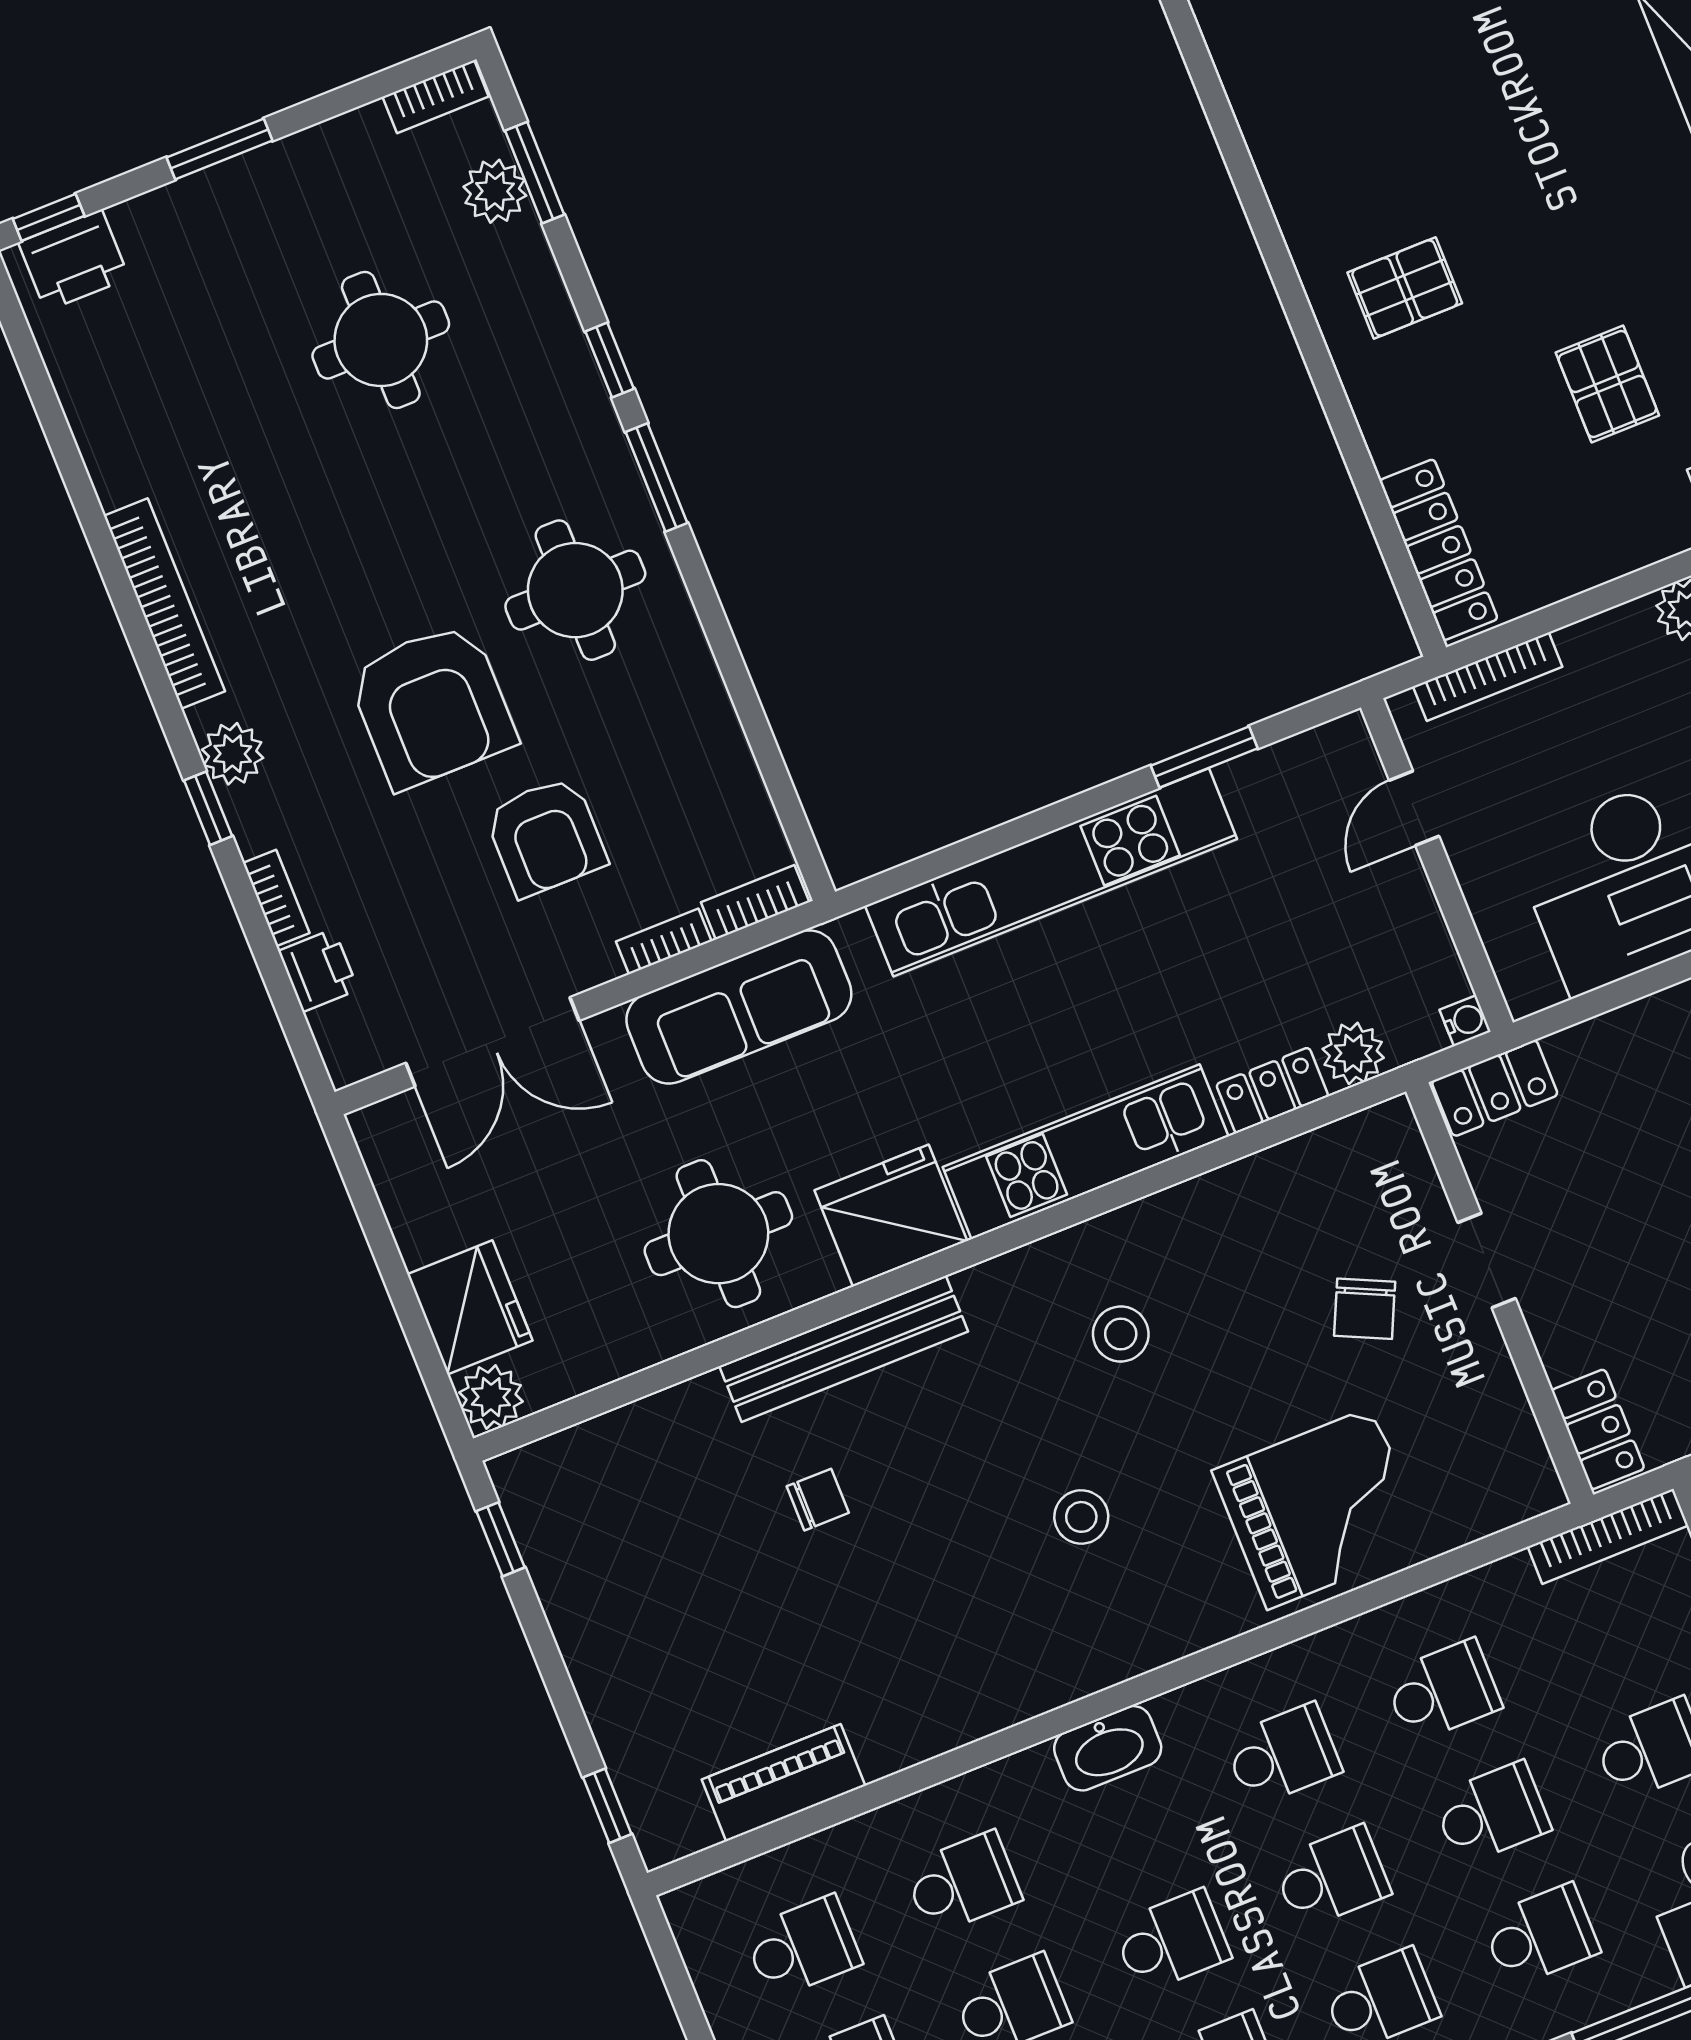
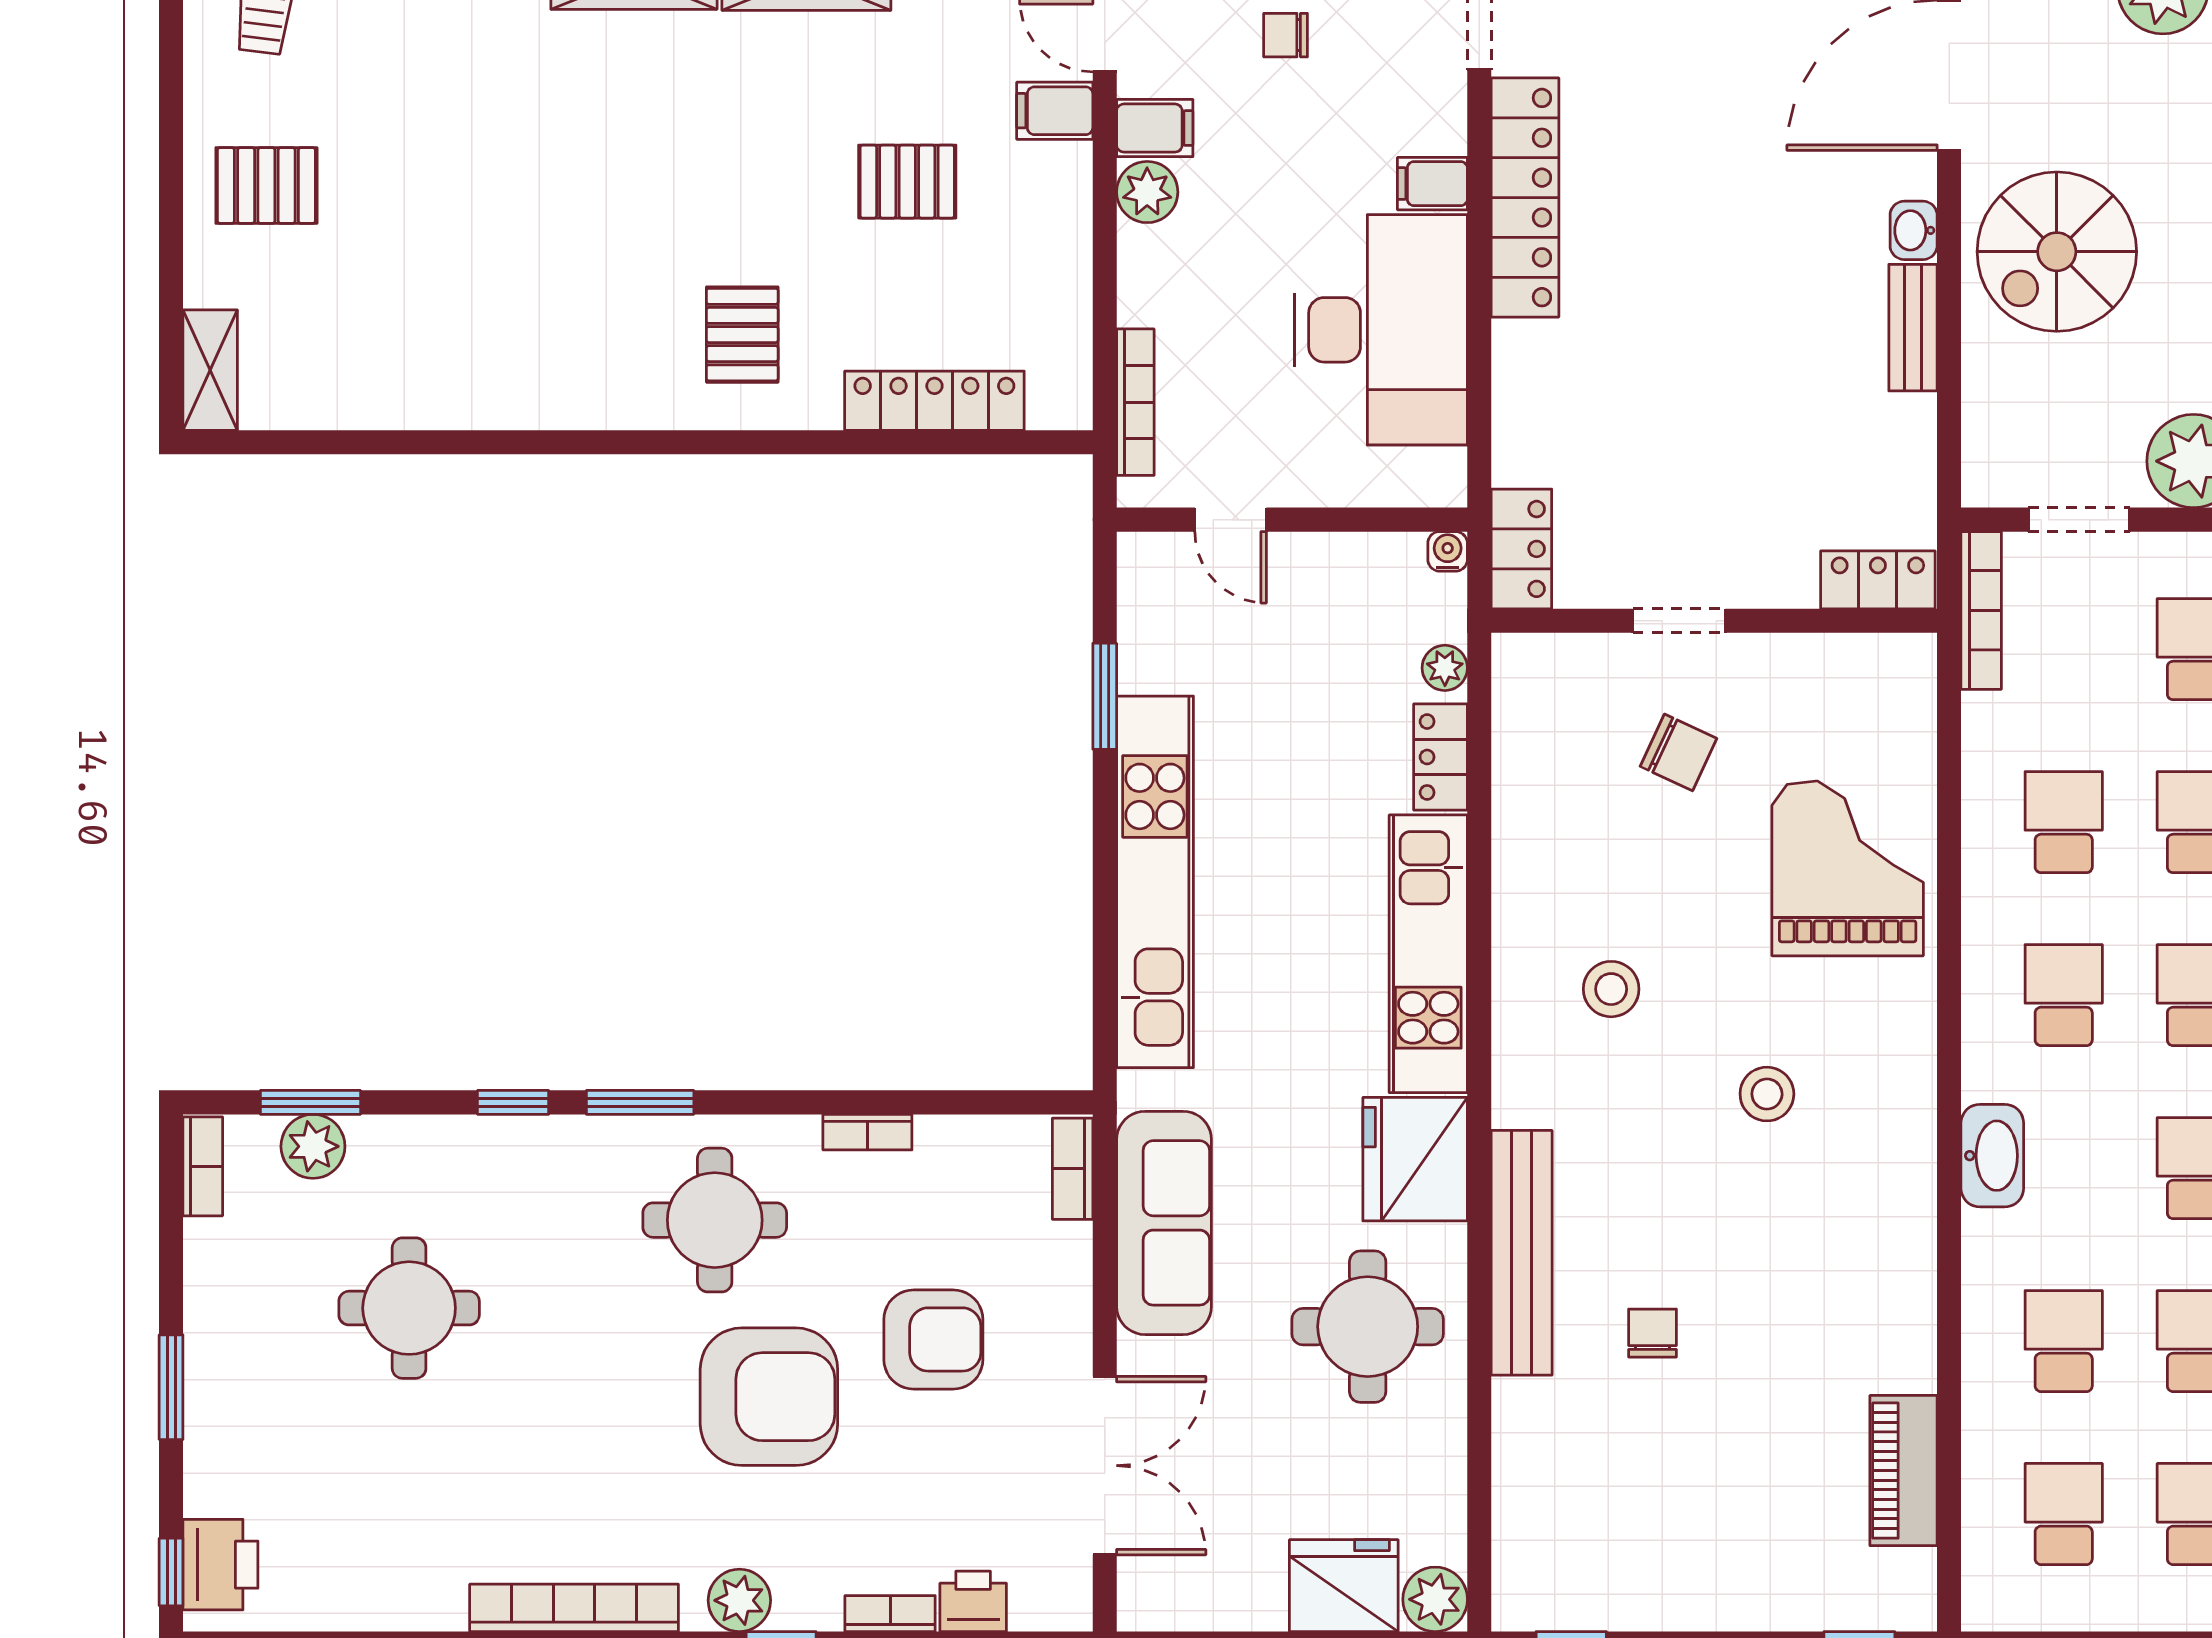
locker: (1438, 550) -> (934, 401), moved
bookcase: (664, 941) -> (867, 1132), moved, turned -90
plant: (1353, 1053) -> (1445, 668), width x0.73, depth x0.73

